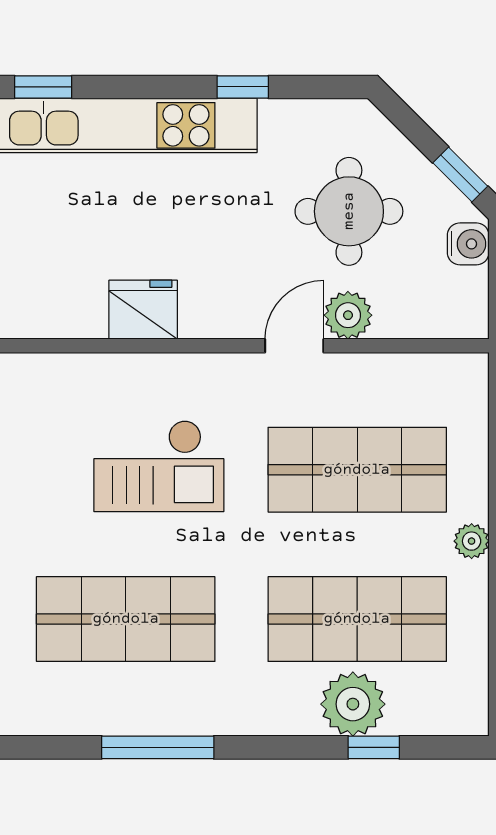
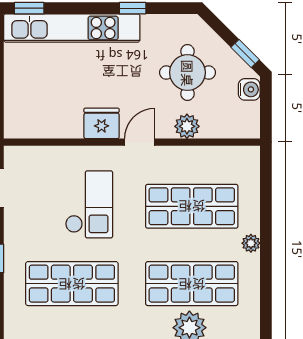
fridge: (143, 310) -> (102, 123), moved
door: (294, 346) -> (140, 142), moved
checkout: (159, 466) -> (89, 204), turned -90

